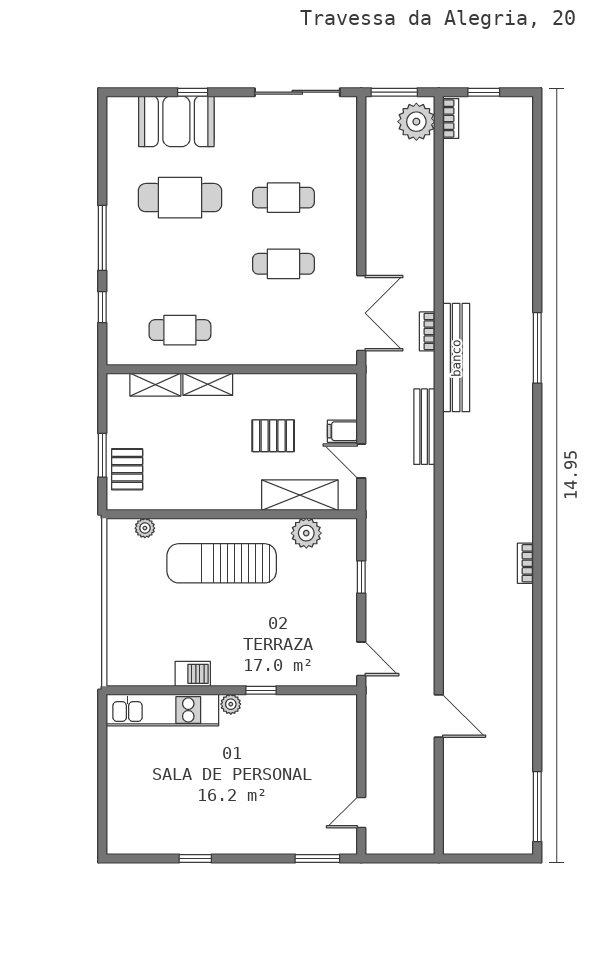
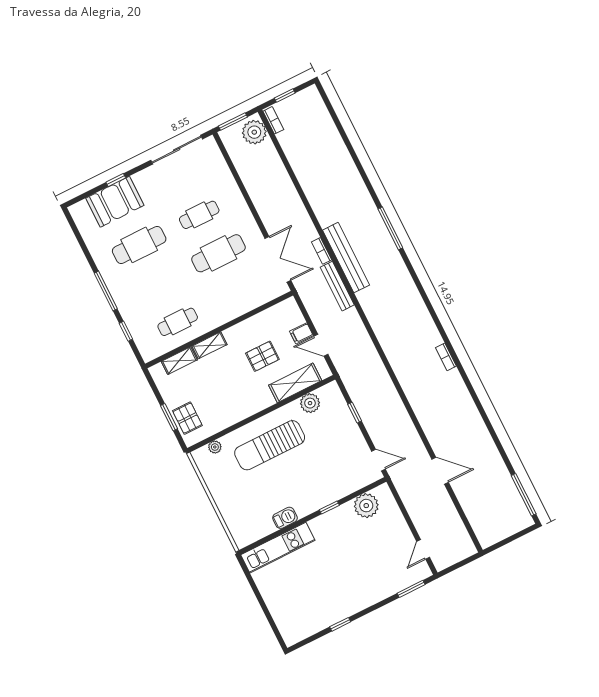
cafe table: (283, 264) -> (218, 253), width x1.37, depth x1.35
bench: (424, 427) -> (337, 286), moved
plant: (231, 704) -> (366, 506), moved, width x1.88, depth x1.88

